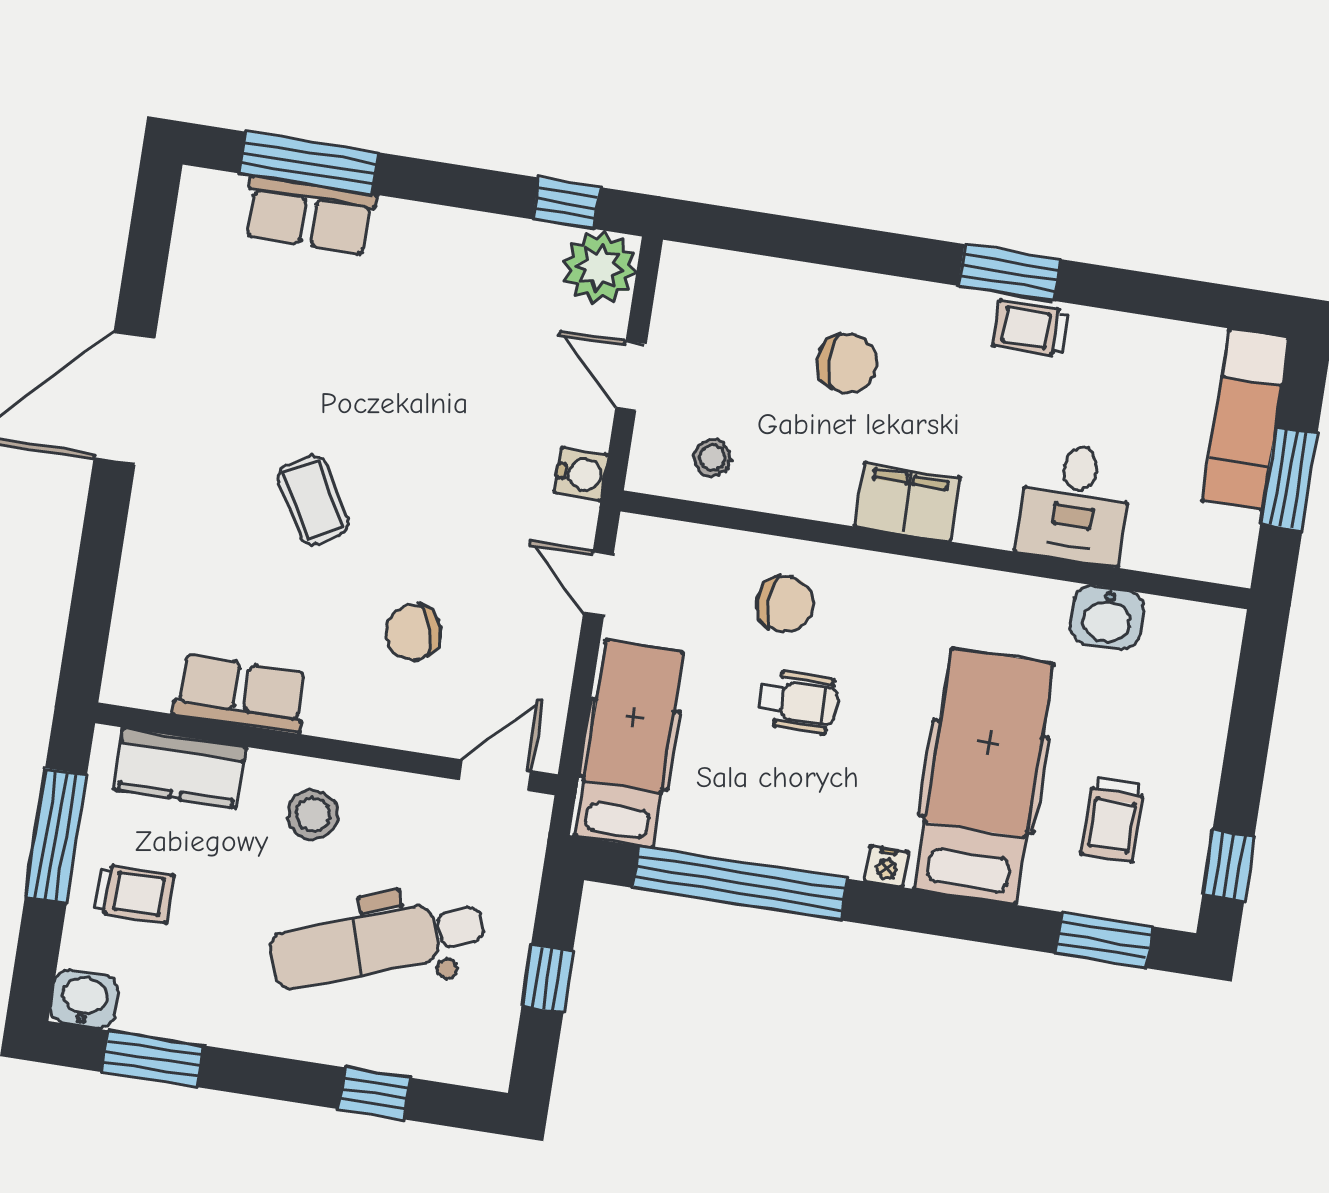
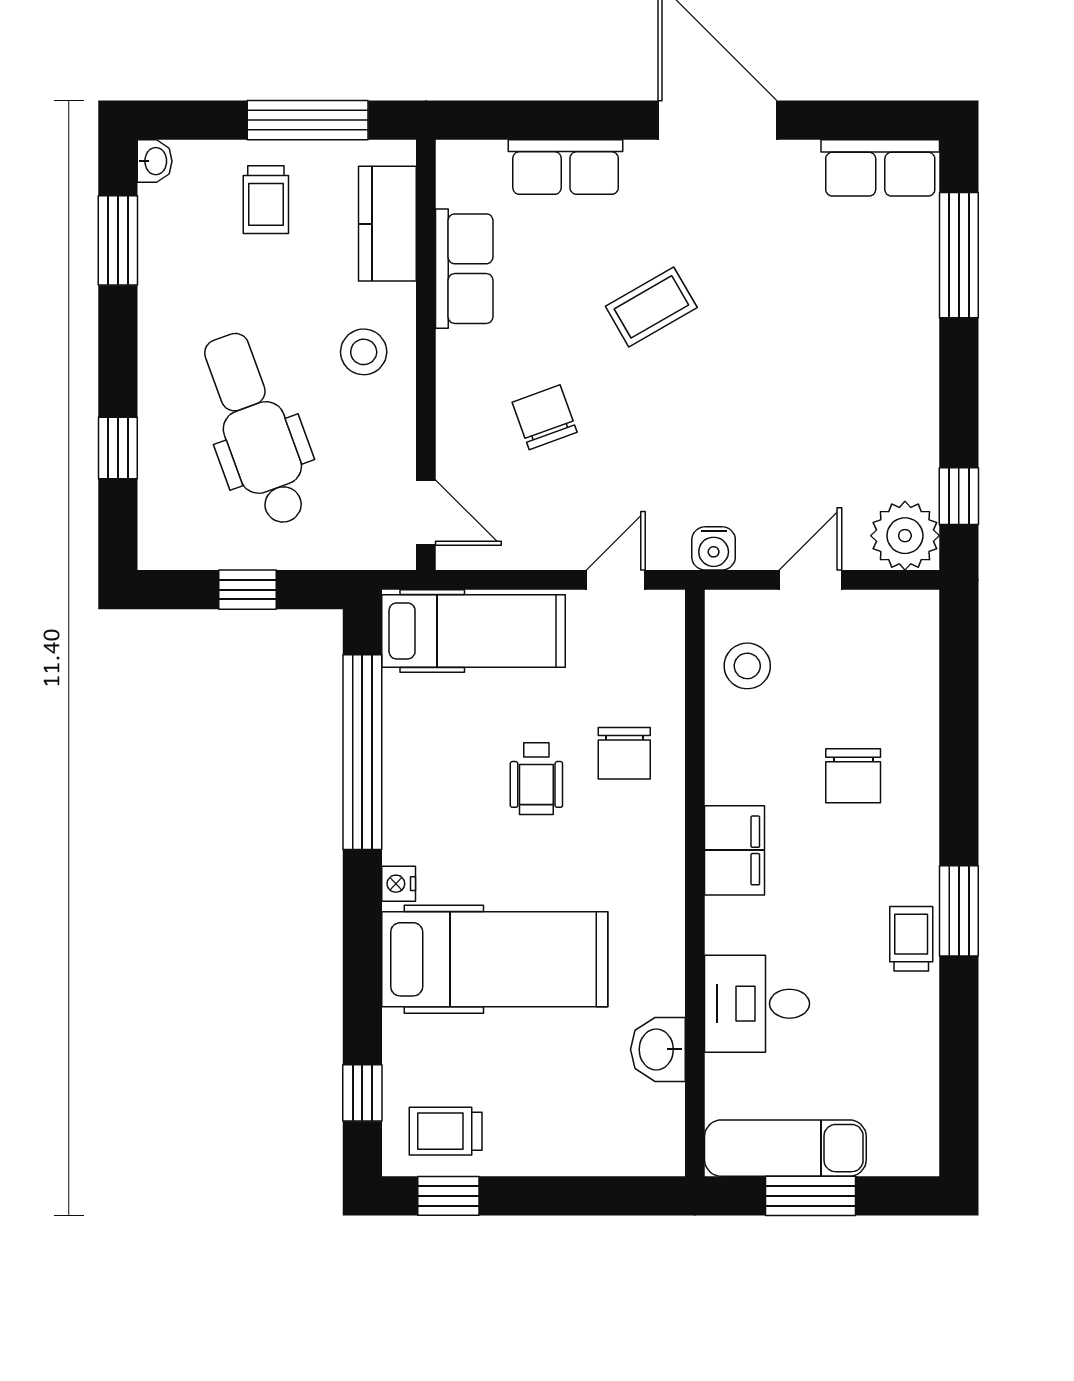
row of seats: (310, 215) -> (880, 168), moved, turned -90
exam couch: (1246, 419) -> (785, 1148), moved
stool: (712, 458) -> (747, 666), width x1.37, depth x1.37
row of seats: (149, 568) -> (566, 167), added
trolley: (1113, 820) -> (446, 1131), moved
window: (1104, 940) -> (362, 1093), width x0.67
washbasin: (84, 999) -> (155, 161), width x0.72, depth x0.69

